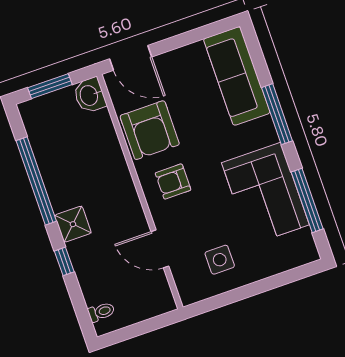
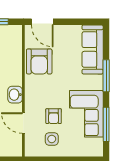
washbasin: (90, 95) -> (15, 95), moved
armchair: (173, 182) -> (54, 116), moved, turned -90

